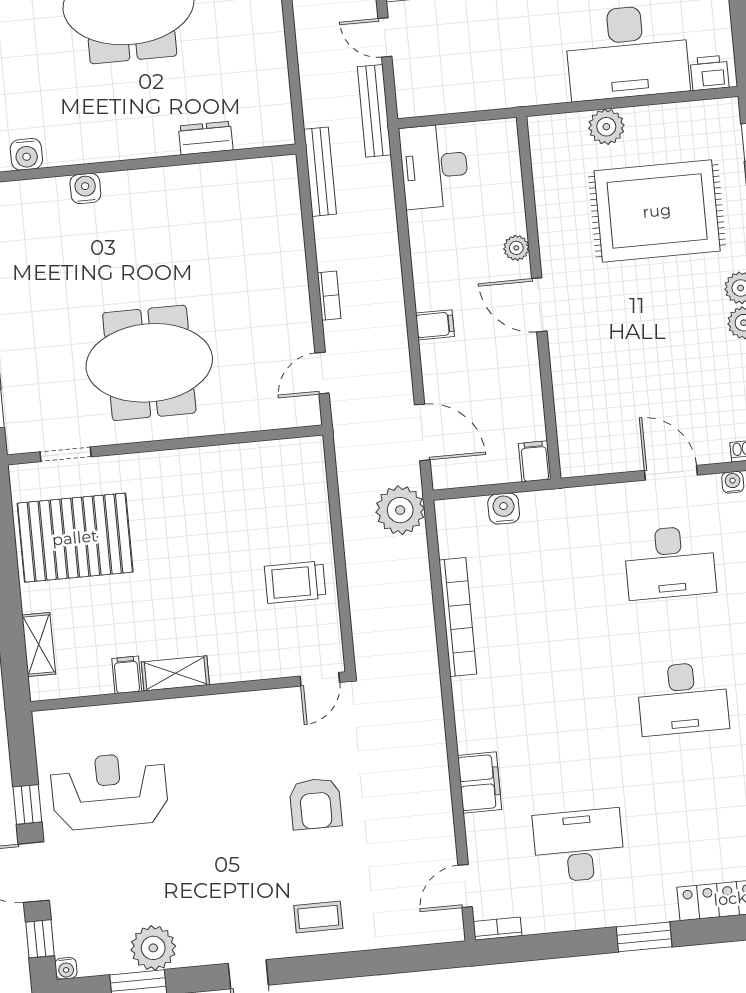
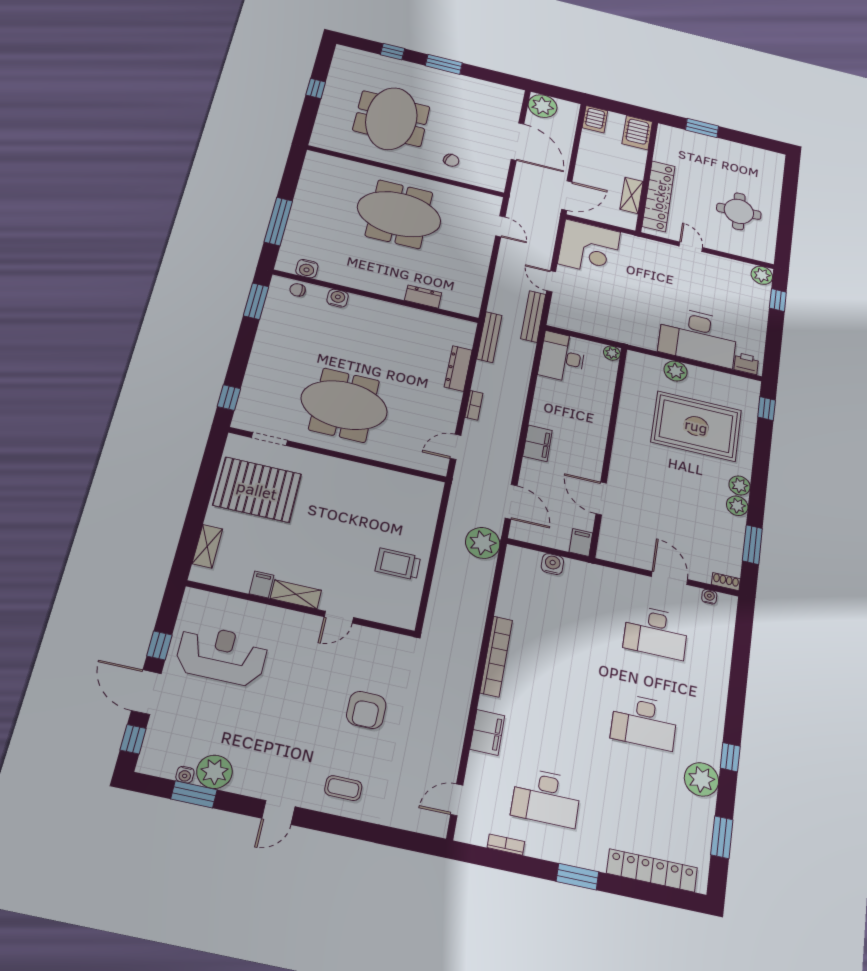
chair: (25, 196) -> (298, 290), added
dresser: (290, 242) -> (458, 368), added
plant: (516, 248) -> (612, 353), moved
door: (539, 305) -> (601, 498), moved
filing cabinet: (435, 325) -> (537, 443), width x2.00
bookcase: (458, 617) -> (496, 656), moved
door: (320, 679) -> (339, 617), moved
desk: (579, 846) -> (546, 798), turned 180
bookcase: (498, 929) -> (506, 845), moved
water cooler: (66, 968) -> (185, 775), moved

